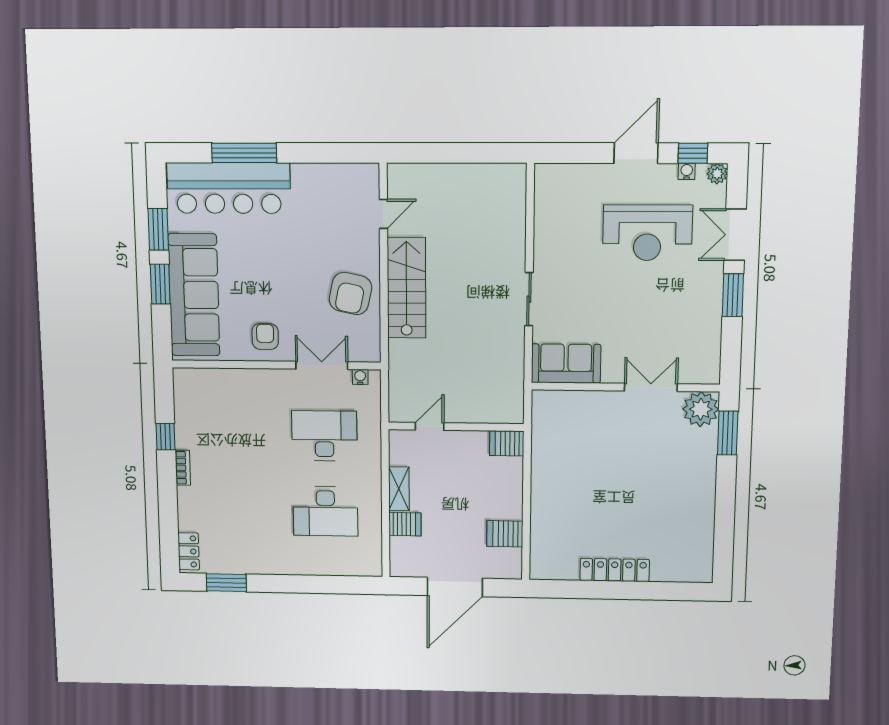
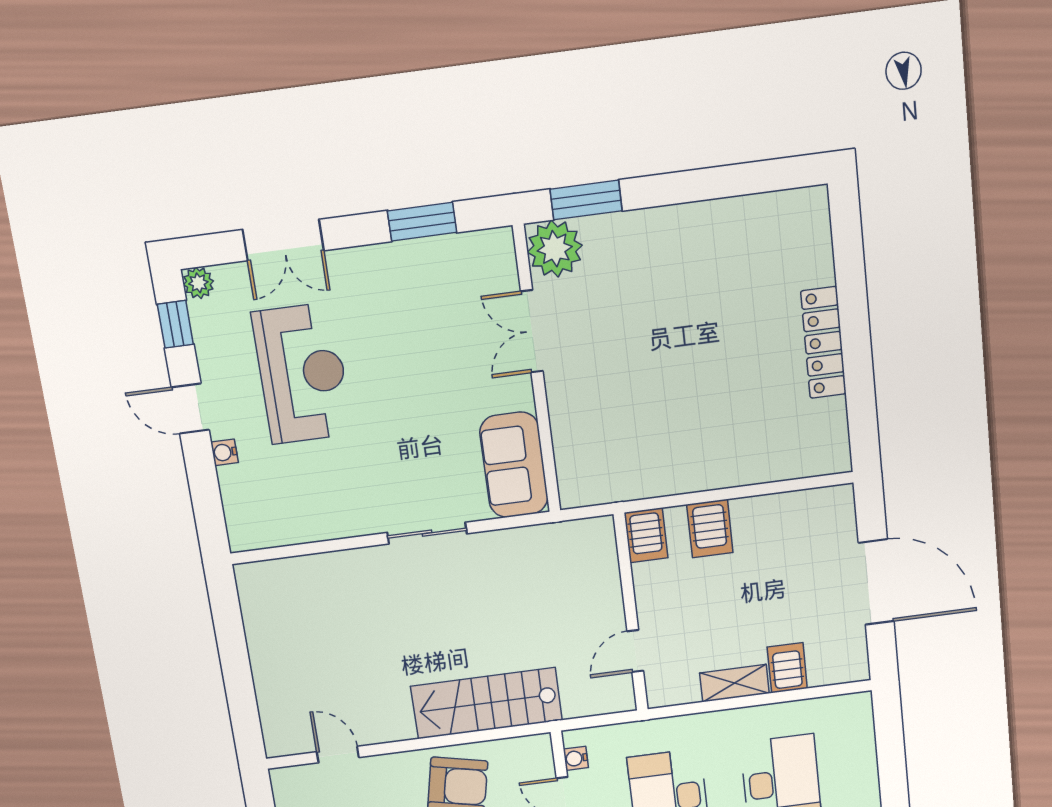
door: (636, 153) -> (190, 409), width x0.73
water cooler: (687, 171) -> (224, 452), moved
stairs: (406, 288) -> (487, 703), moved
window: (733, 295) -> (422, 222), moved
door: (430, 426) -> (635, 651), hinge flipped
server rack: (505, 534) -> (710, 529), moved

